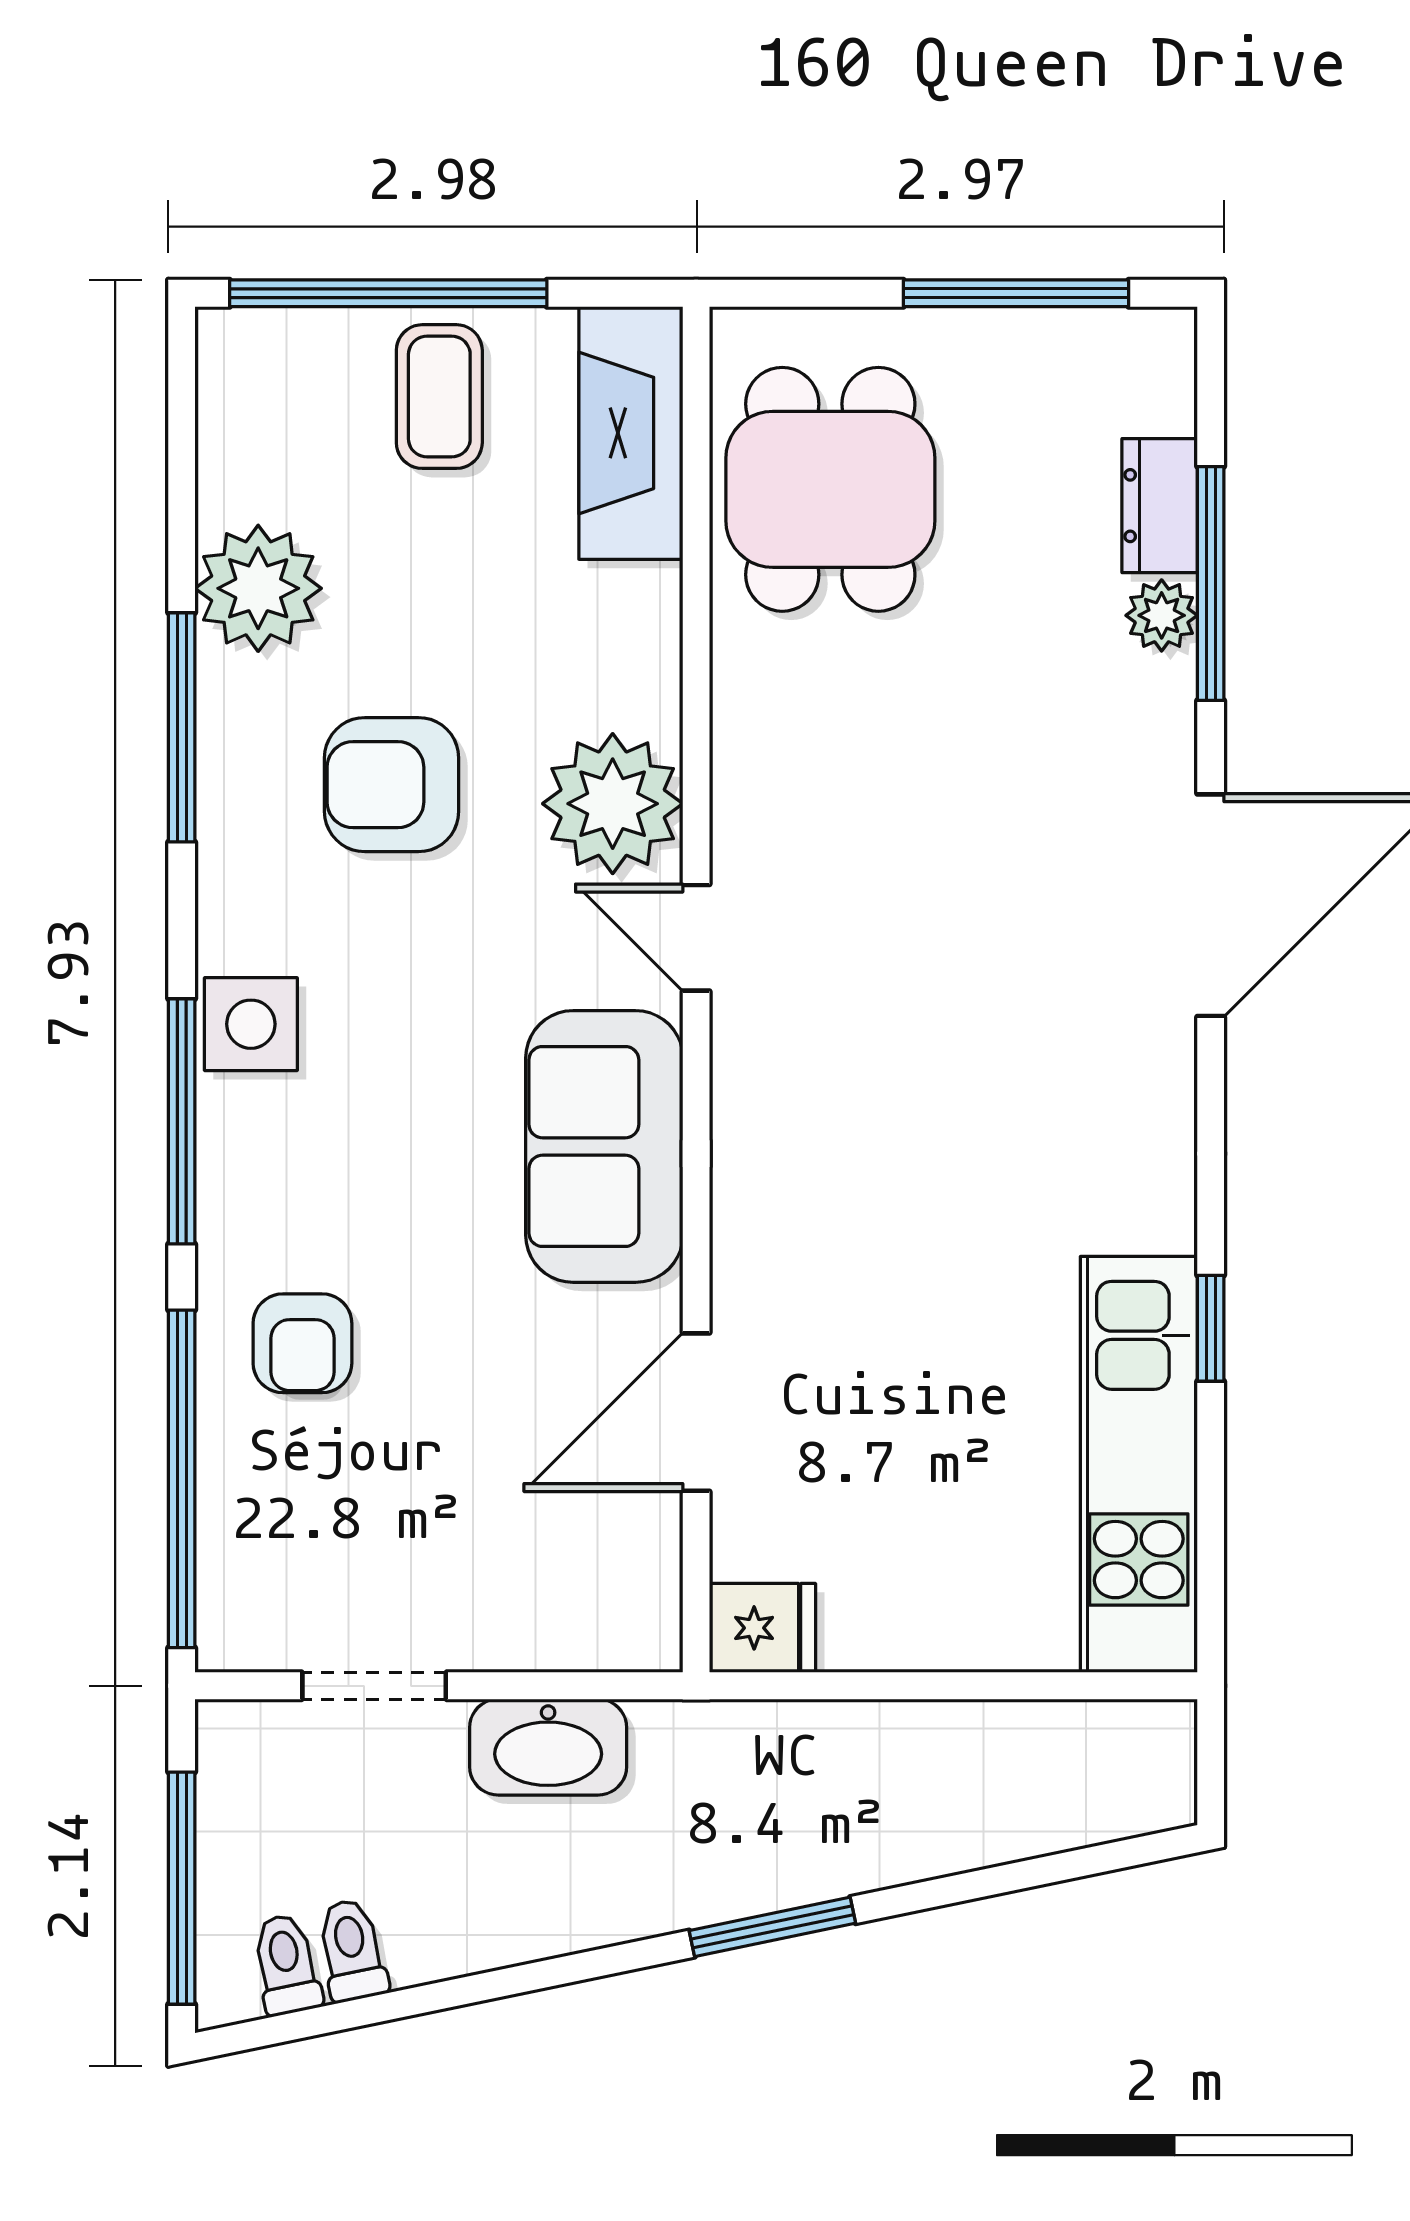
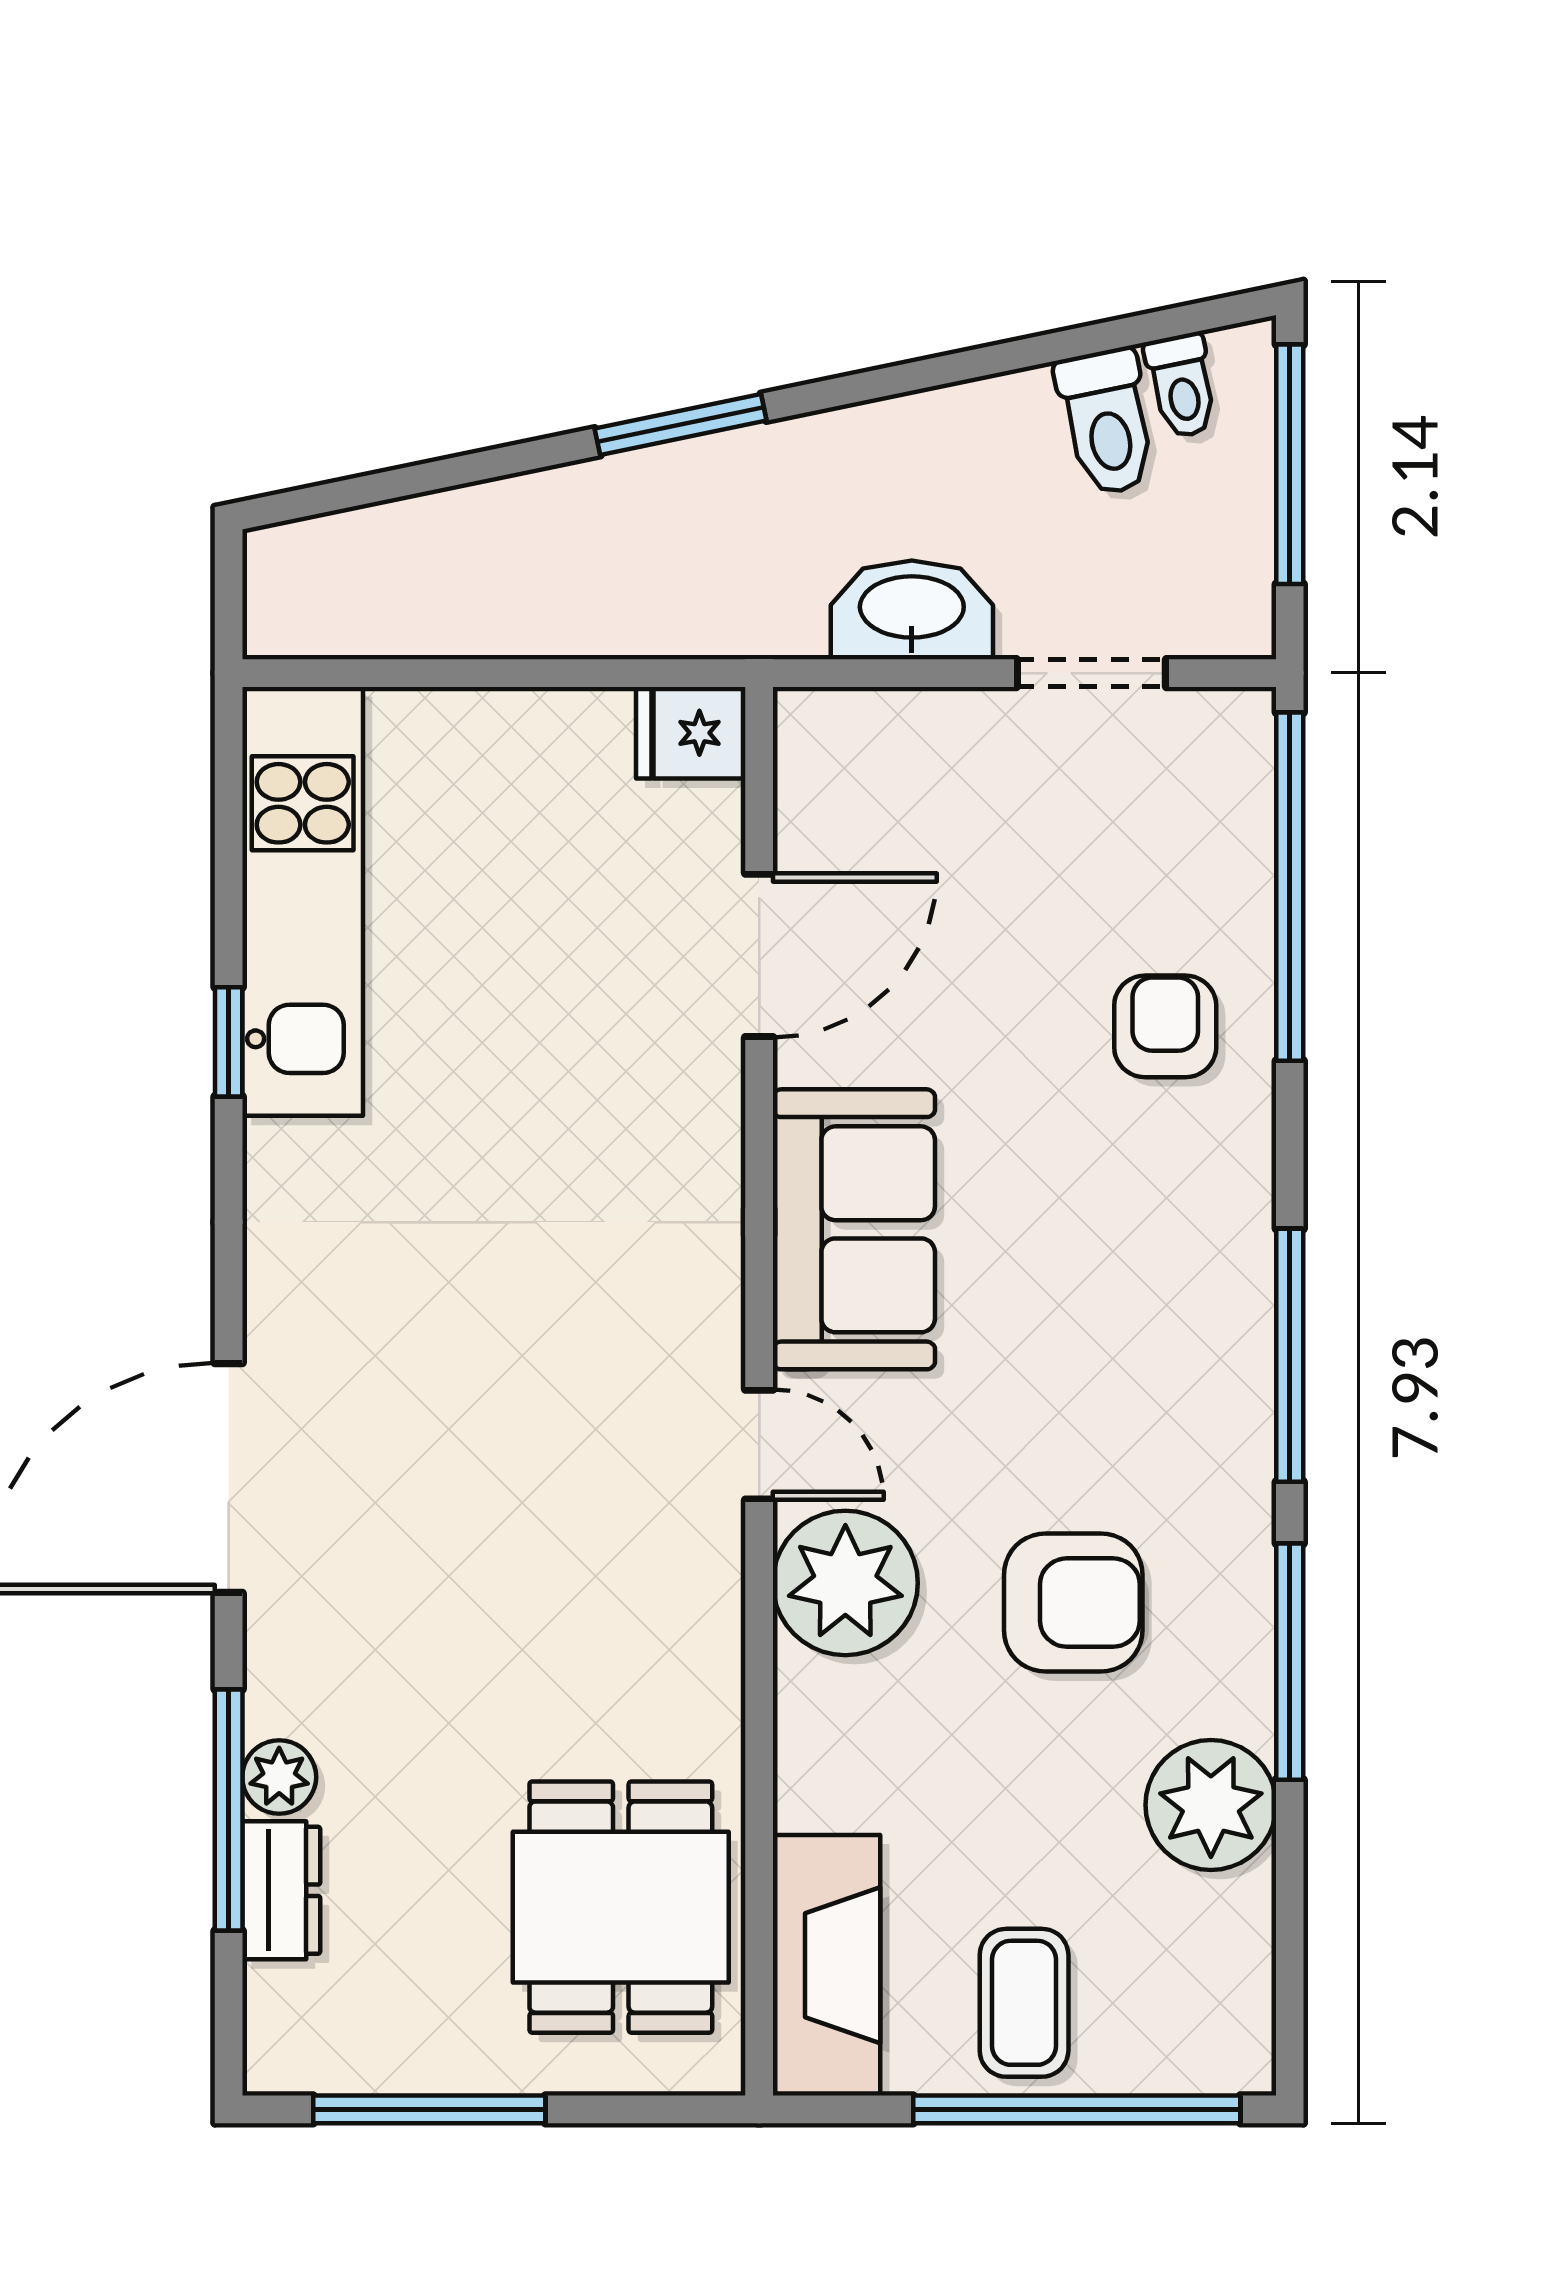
side table: (251, 1024) -> (1218, 1355), removed
window: (182, 1121) -> (1290, 1355), moved
toilet: (352, 1950) -> (1107, 422), width x1.37, depth x1.39

